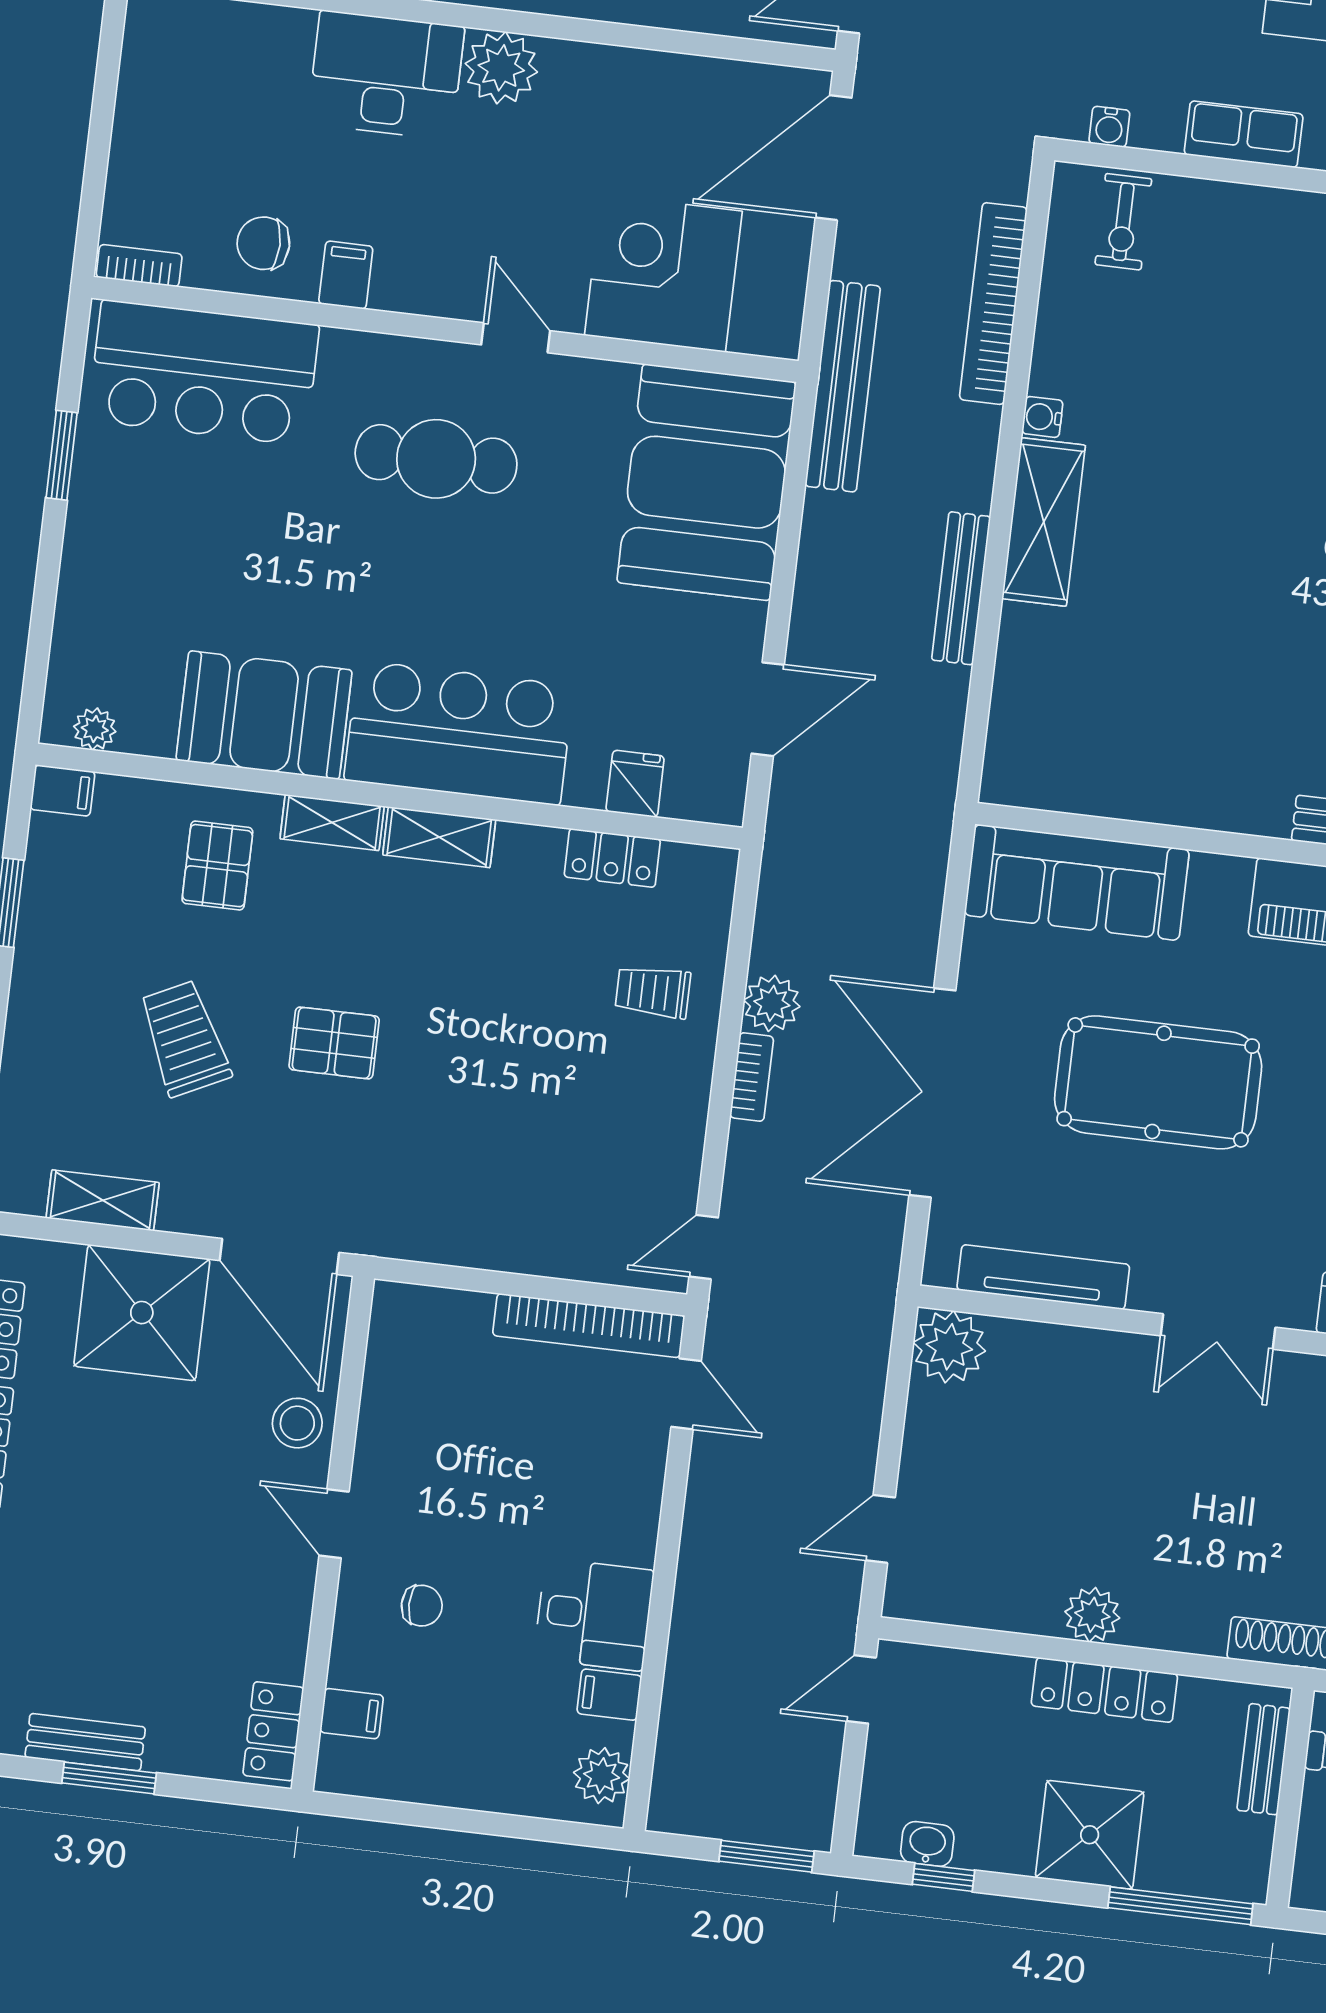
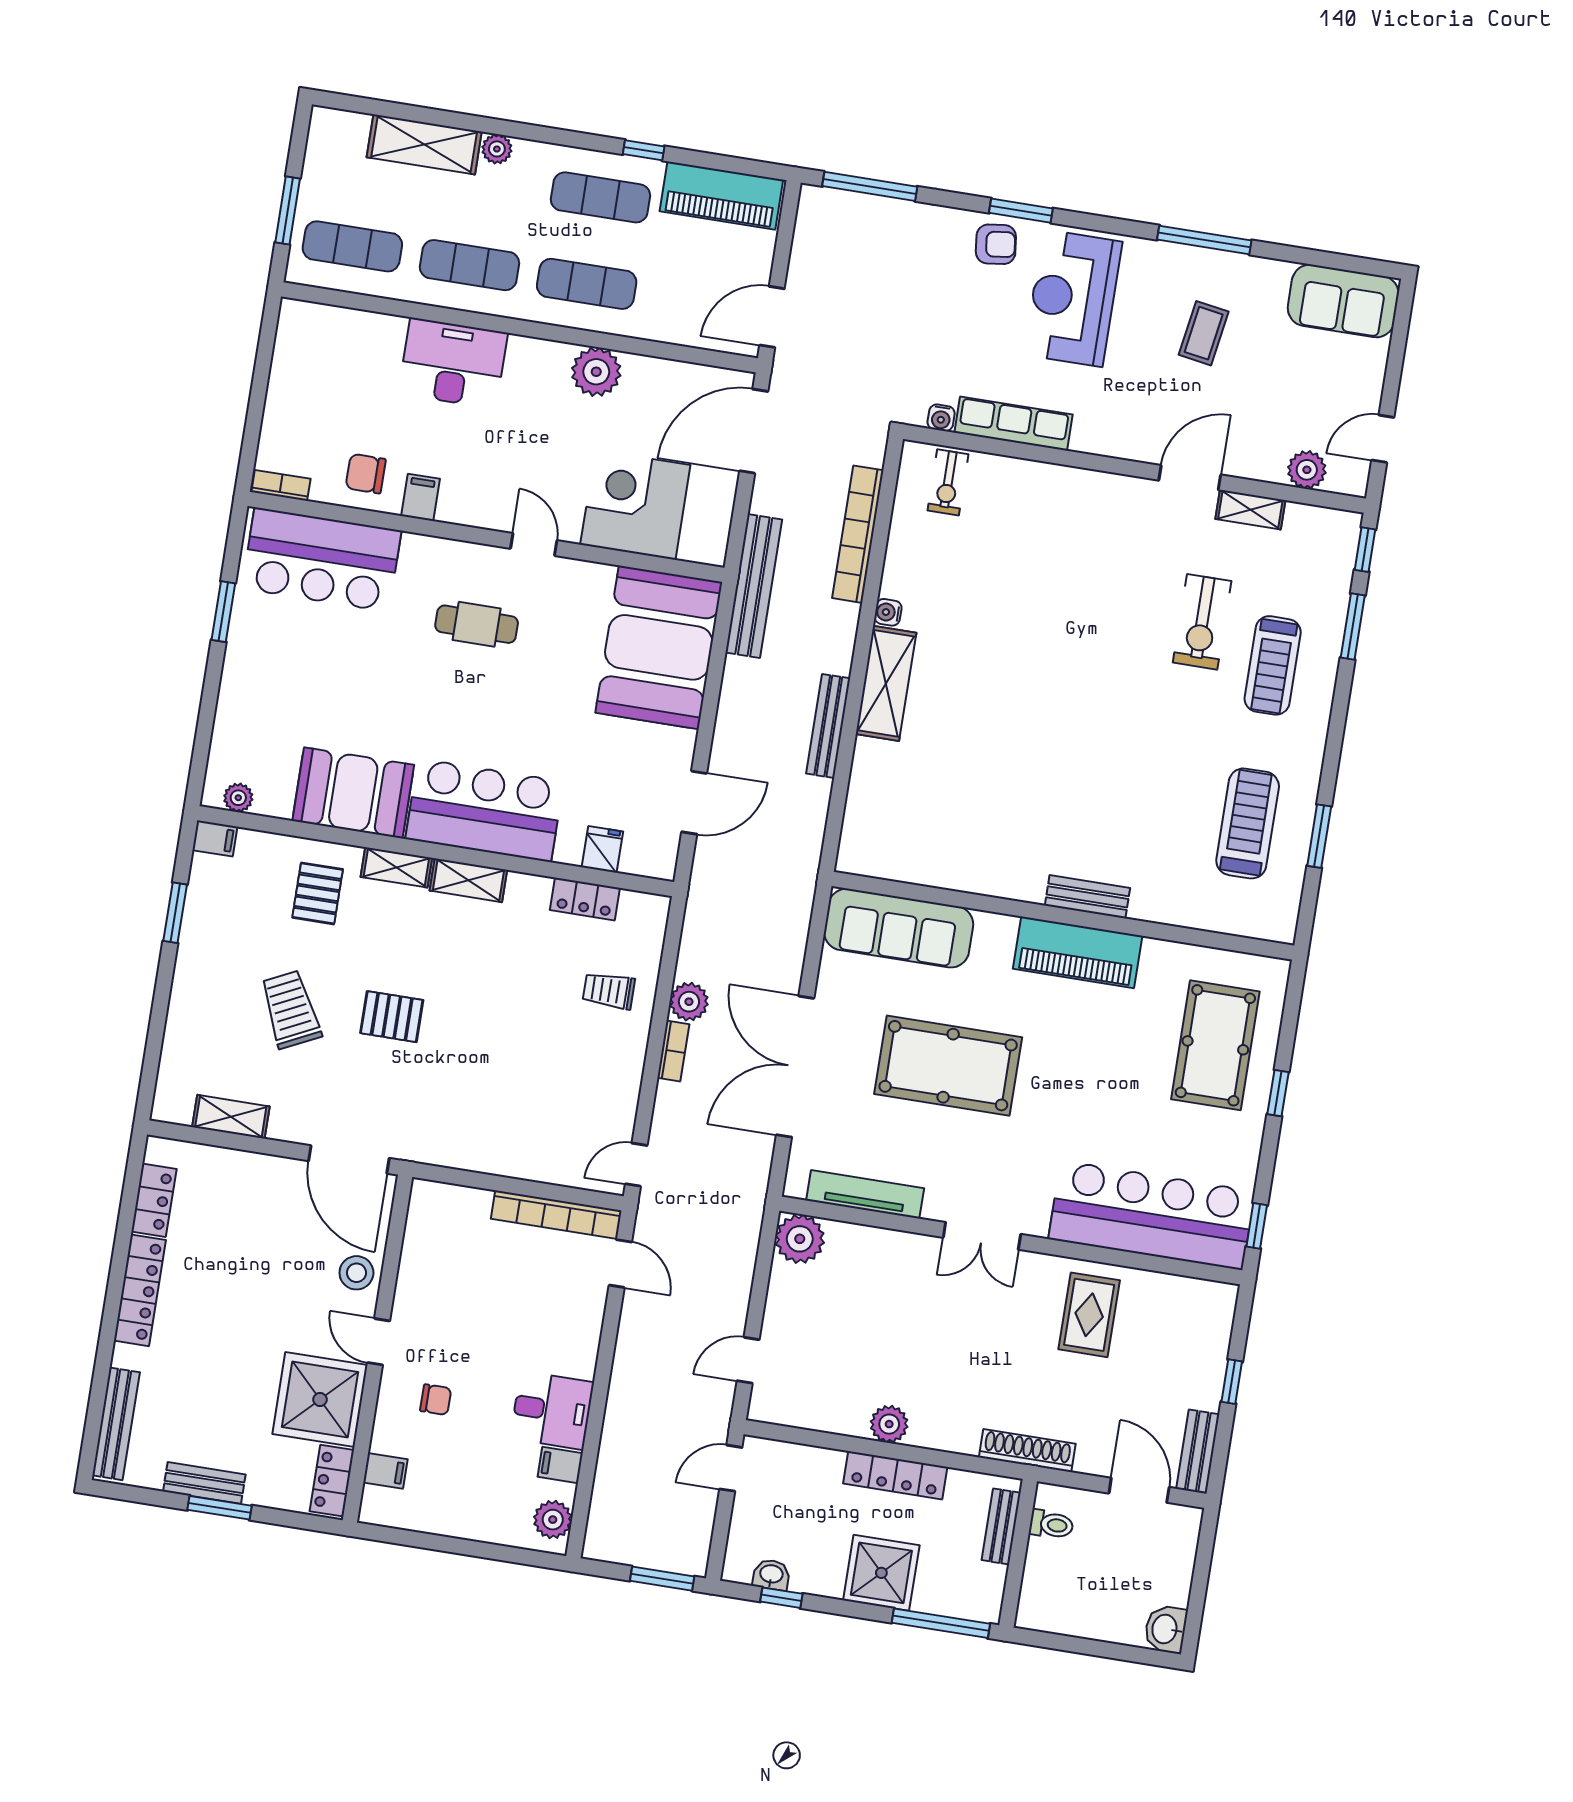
plant: (501, 68) -> (596, 372), moved
row of seats: (1244, 134) -> (1014, 424), width x1.48
cafe table: (436, 459) -> (477, 624), width x0.73, depth x0.74
shower: (142, 1313) -> (320, 1399), moved

